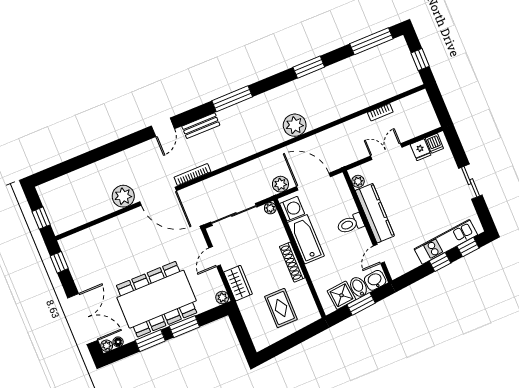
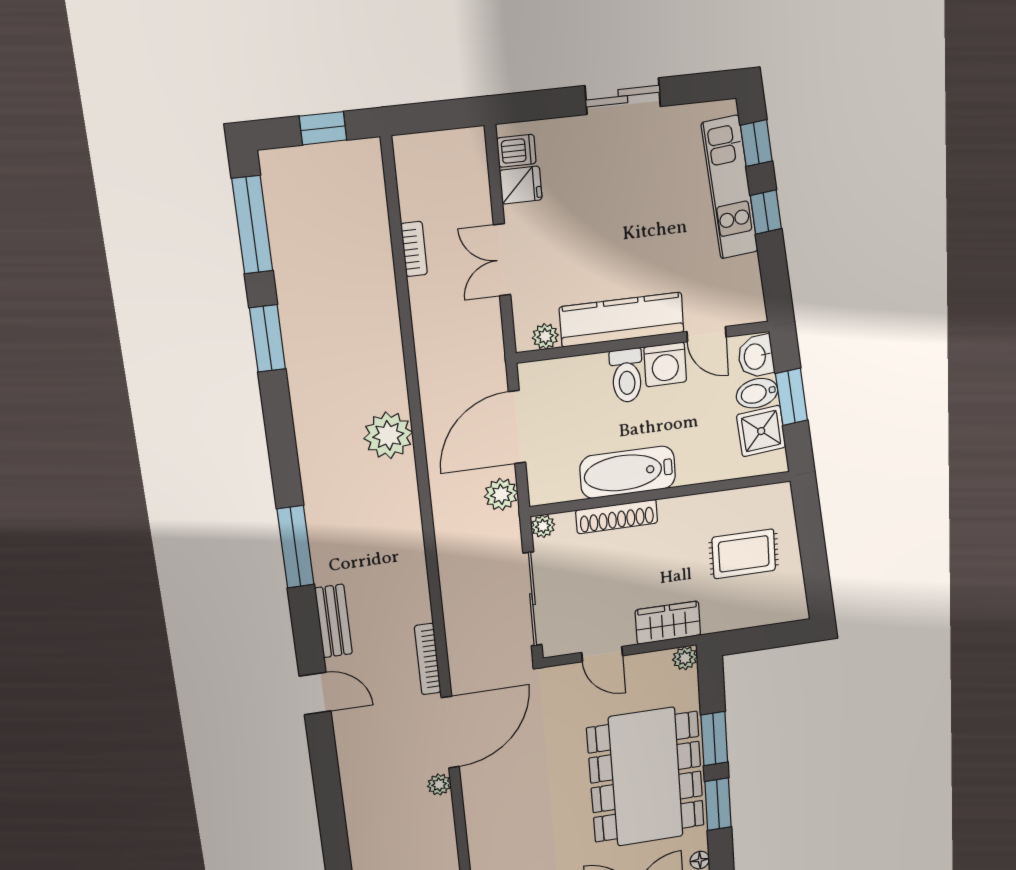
window: (309, 67) -> (268, 338), moved
plant: (123, 196) -> (439, 785), width x0.53, depth x0.53
washing machine: (292, 209) -> (665, 364), moved, turned 180
shoe rack: (292, 262) -> (617, 517), moved

